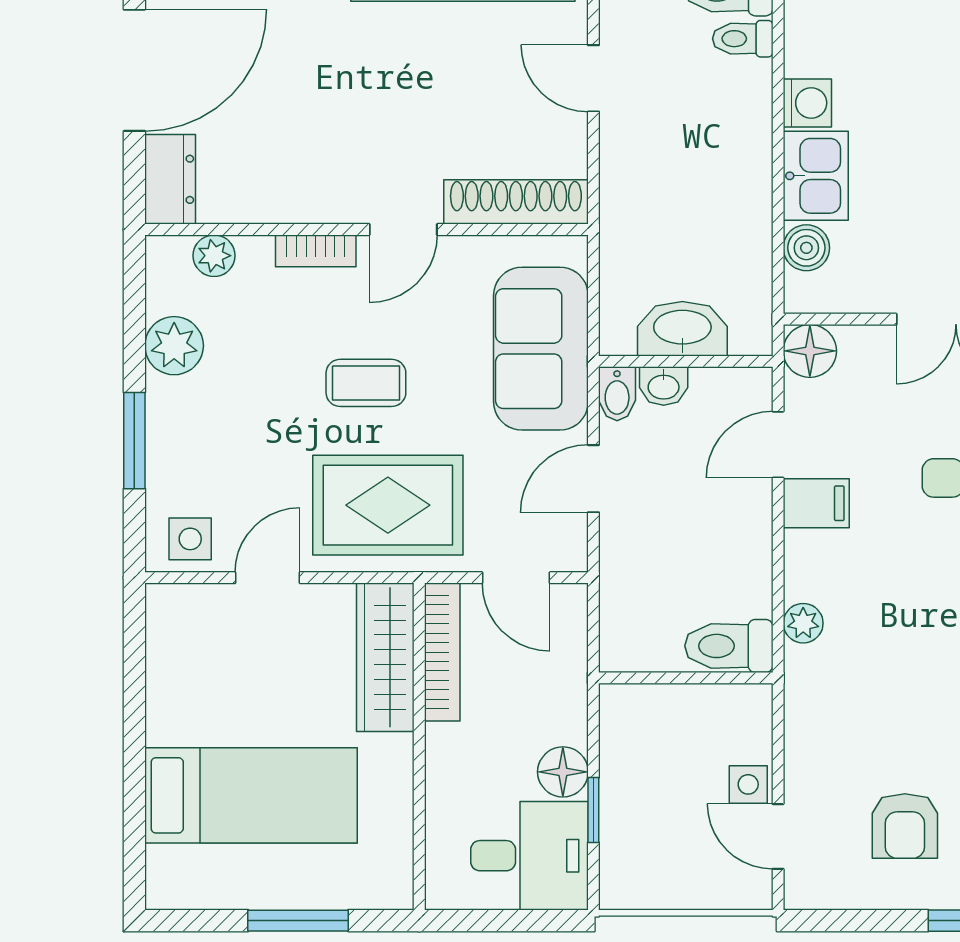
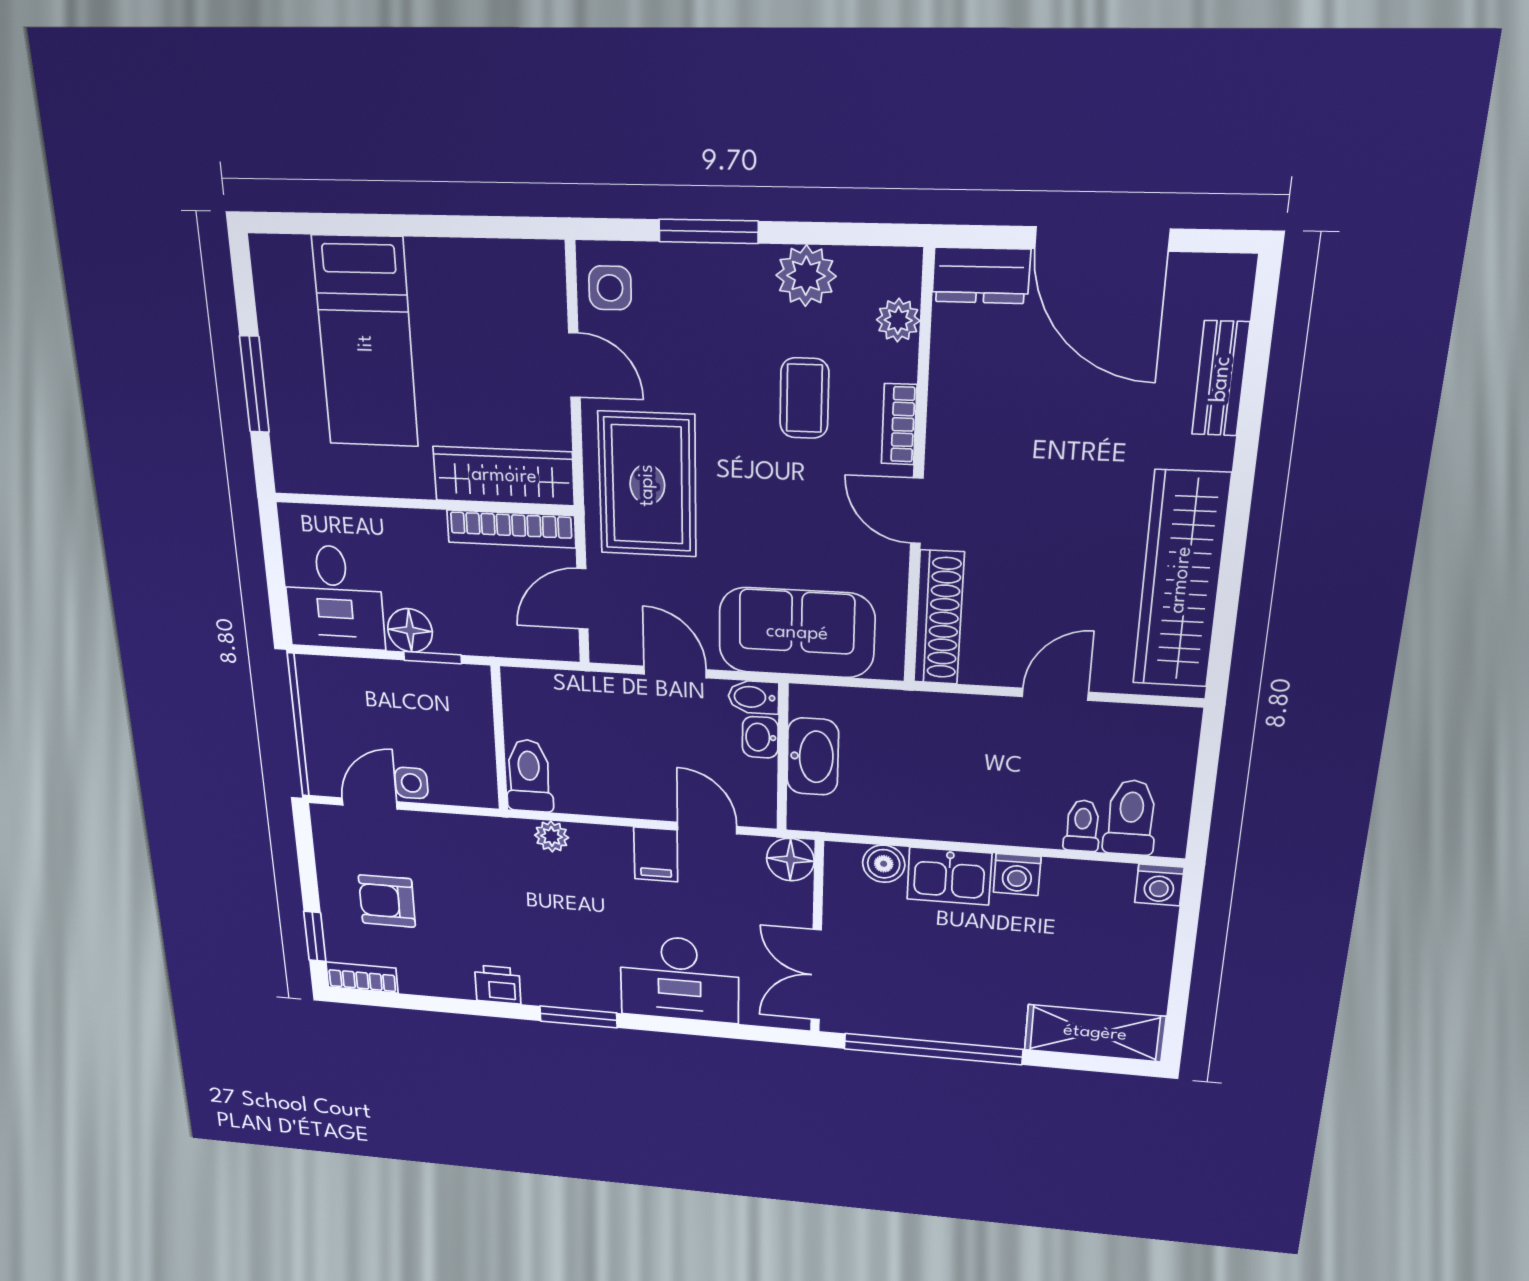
coffee table: (366, 383) -> (804, 398), moved
window: (593, 810) -> (433, 658), moved

